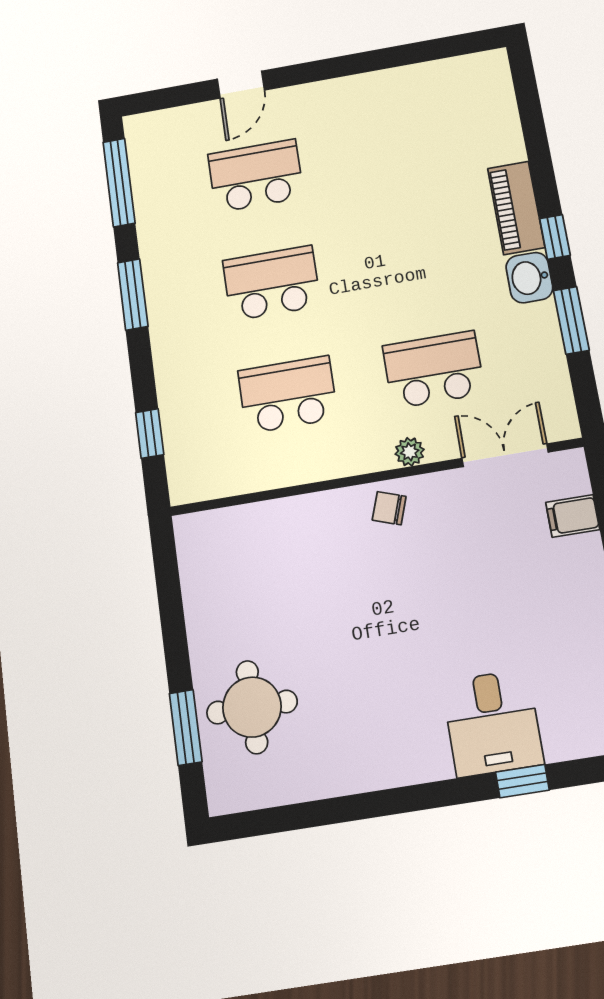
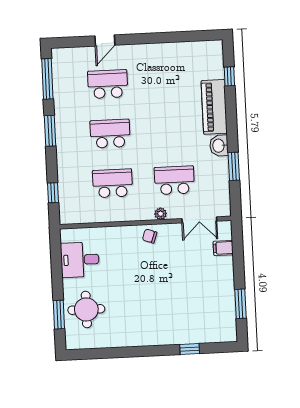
piano: (516, 208) -> (214, 107), width x1.37, depth x1.33
window: (555, 237) -> (229, 76), moved
double door: (505, 455) -> (199, 220), swing flipped
desk: (493, 723) -> (80, 260), moved, turned 90

